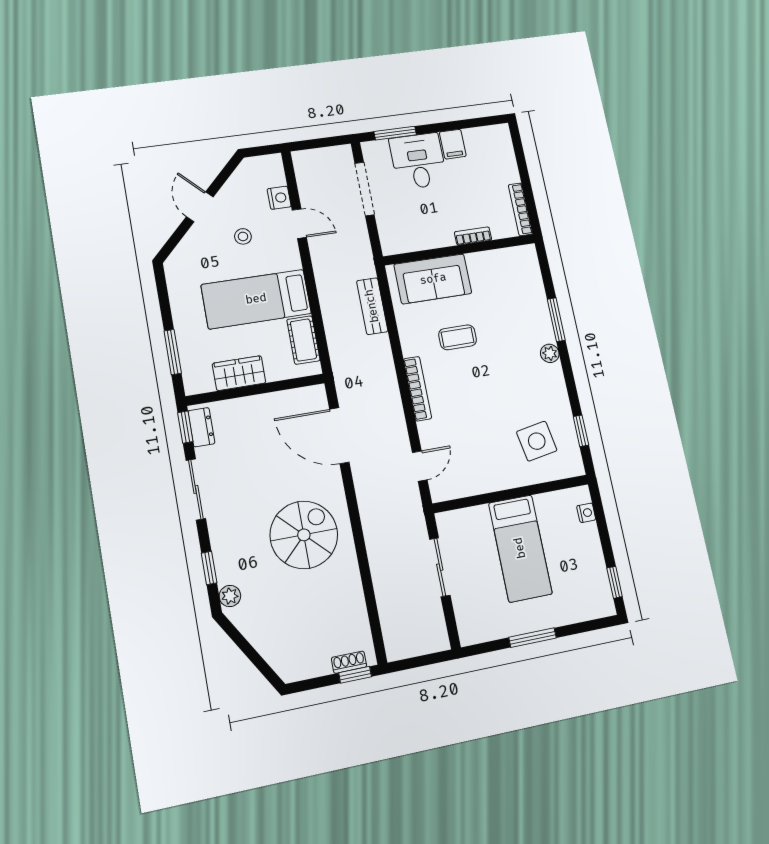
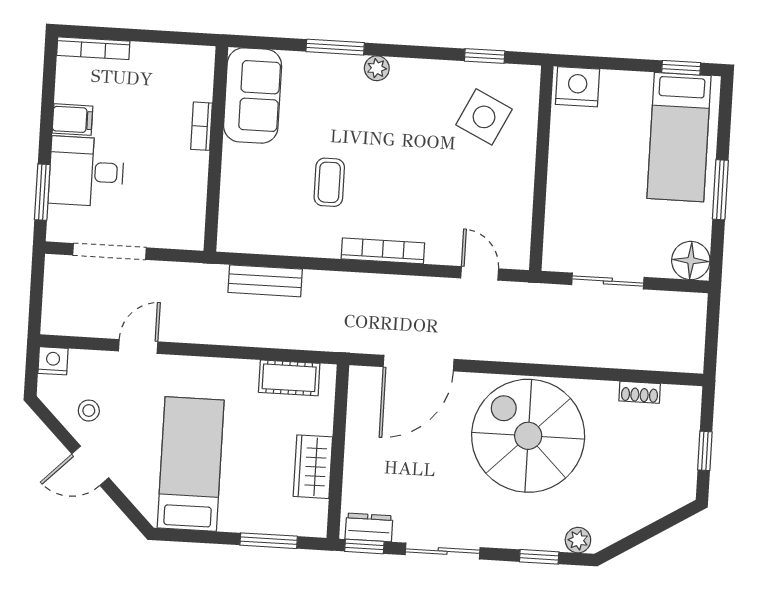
nightstand: (279, 198) -> (53, 361), moved
bookcase: (520, 209) -> (93, 48), moved
stool: (243, 236) -> (89, 411), moved
sofa: (433, 279) -> (253, 96), moved
bed: (256, 299) -> (191, 464), moved, turned 180
side table: (537, 441) -> (484, 117), turned 36
nightstand: (586, 513) -> (577, 87), width x1.89, depth x1.79
spiral stairs: (304, 535) -> (528, 436), width x1.37, depth x1.37
bed: (520, 548) -> (679, 137), moved, turned 90
floor lamp: (473, 629) -> (691, 261), added
shoe rack: (349, 662) -> (640, 392), moved, turned -90
window: (355, 675) -> (705, 451), moved

